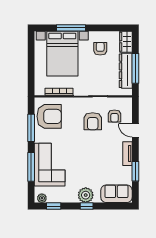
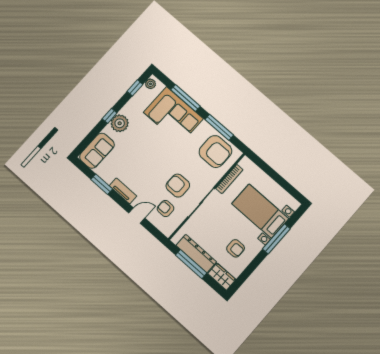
bed with nightstands: (62, 54) -> (260, 211), width x0.73
armchair: (49, 116) -> (215, 151), turned -90

